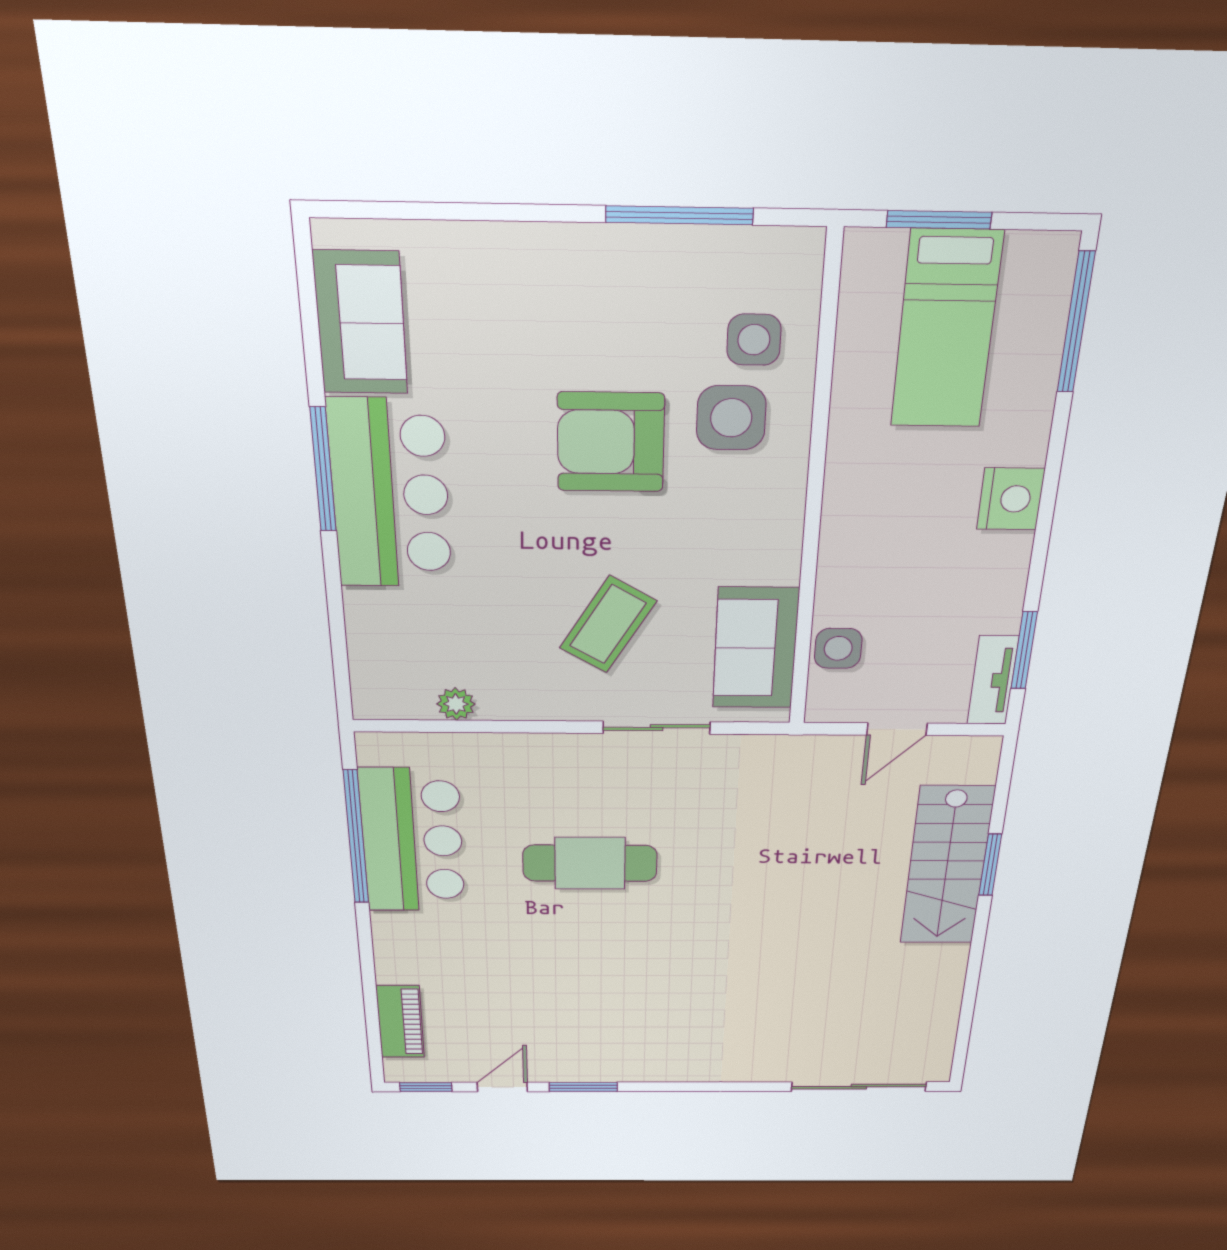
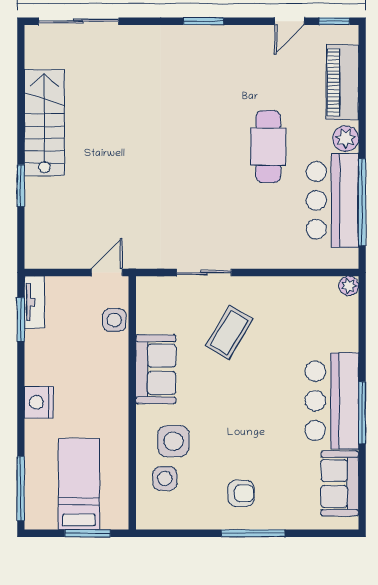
window: (680, 215) -> (253, 533), moved
armchair: (611, 442) -> (241, 493), moved, width x0.53, depth x0.53
sofa: (756, 648) -> (156, 369), moved
plant: (456, 704) -> (349, 286), moved
door: (897, 729) -> (107, 273), moved
cafe table: (590, 863) -> (268, 147), moved, turned 90
stairs: (947, 866) -> (44, 123), moved
plant: (394, 931) -> (346, 139), added
piano: (400, 1022) -> (342, 82), width x1.37, depth x1.33
window: (583, 1087) -> (203, 21), moved

